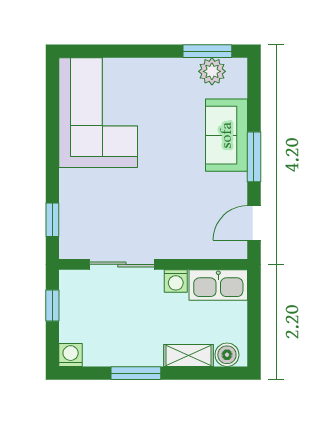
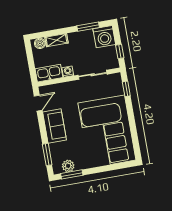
corner sofa: (98, 113) -> (107, 132), width x1.36, depth x1.36
sofa: (226, 135) -> (55, 126), moved
window: (254, 157) -> (47, 154), moved
washing machine: (71, 355) -> (104, 37), width x1.89, depth x1.89
window: (136, 373) -> (88, 27), moved

